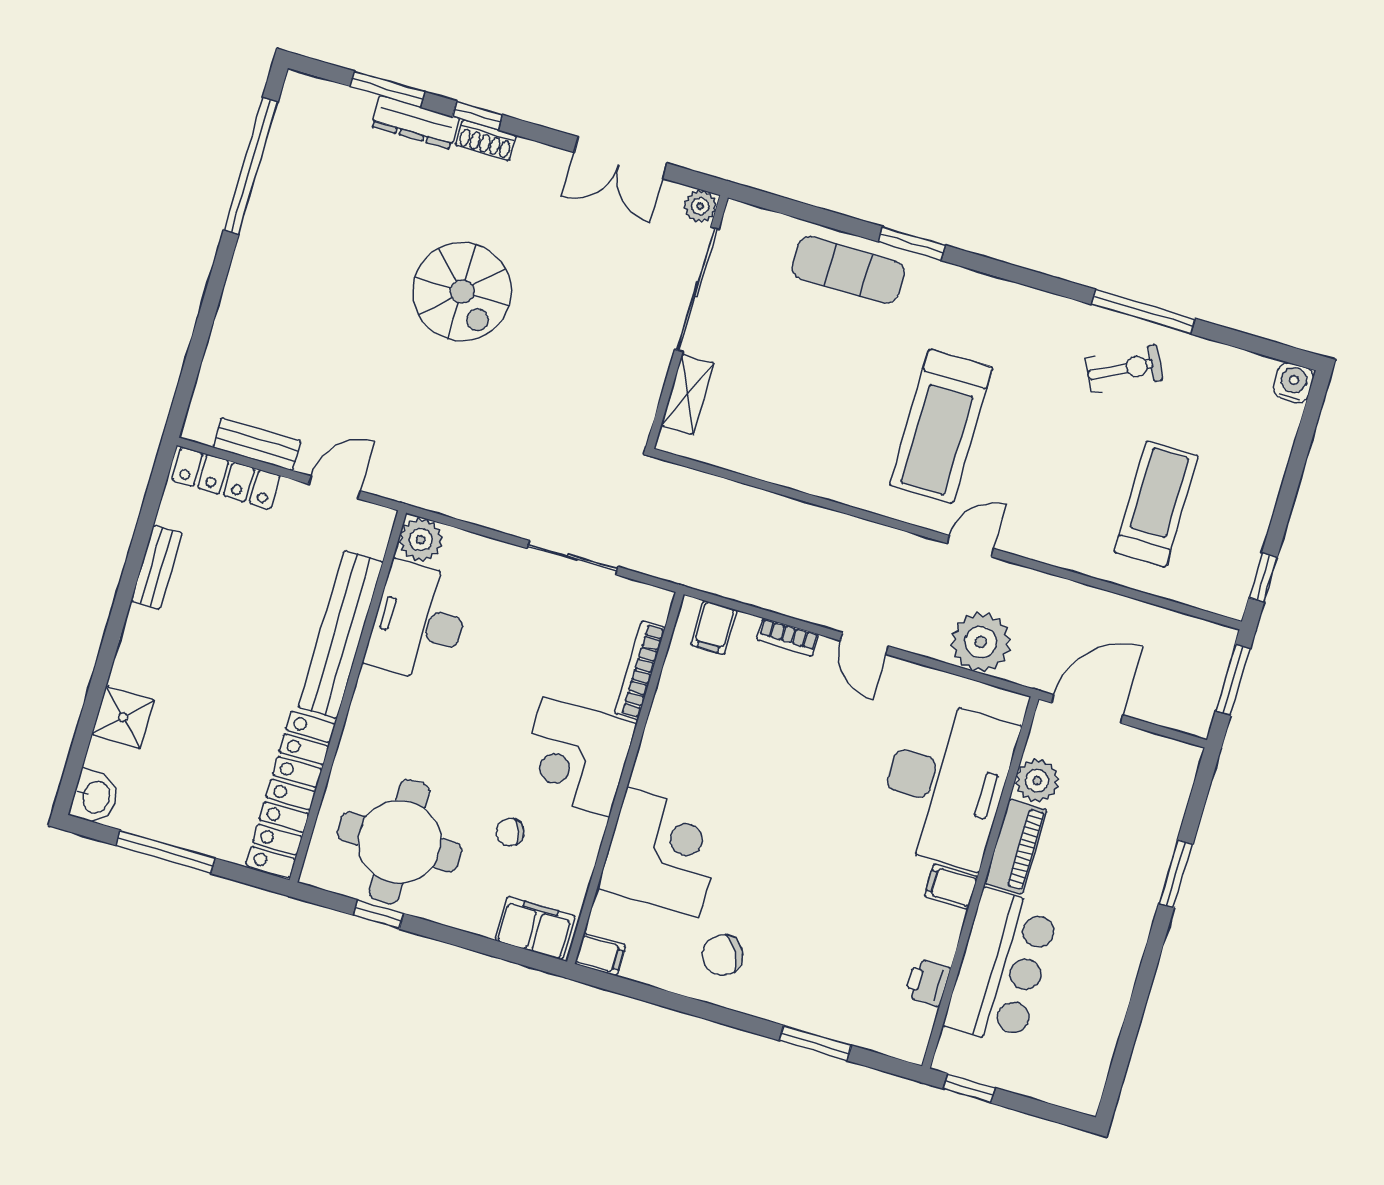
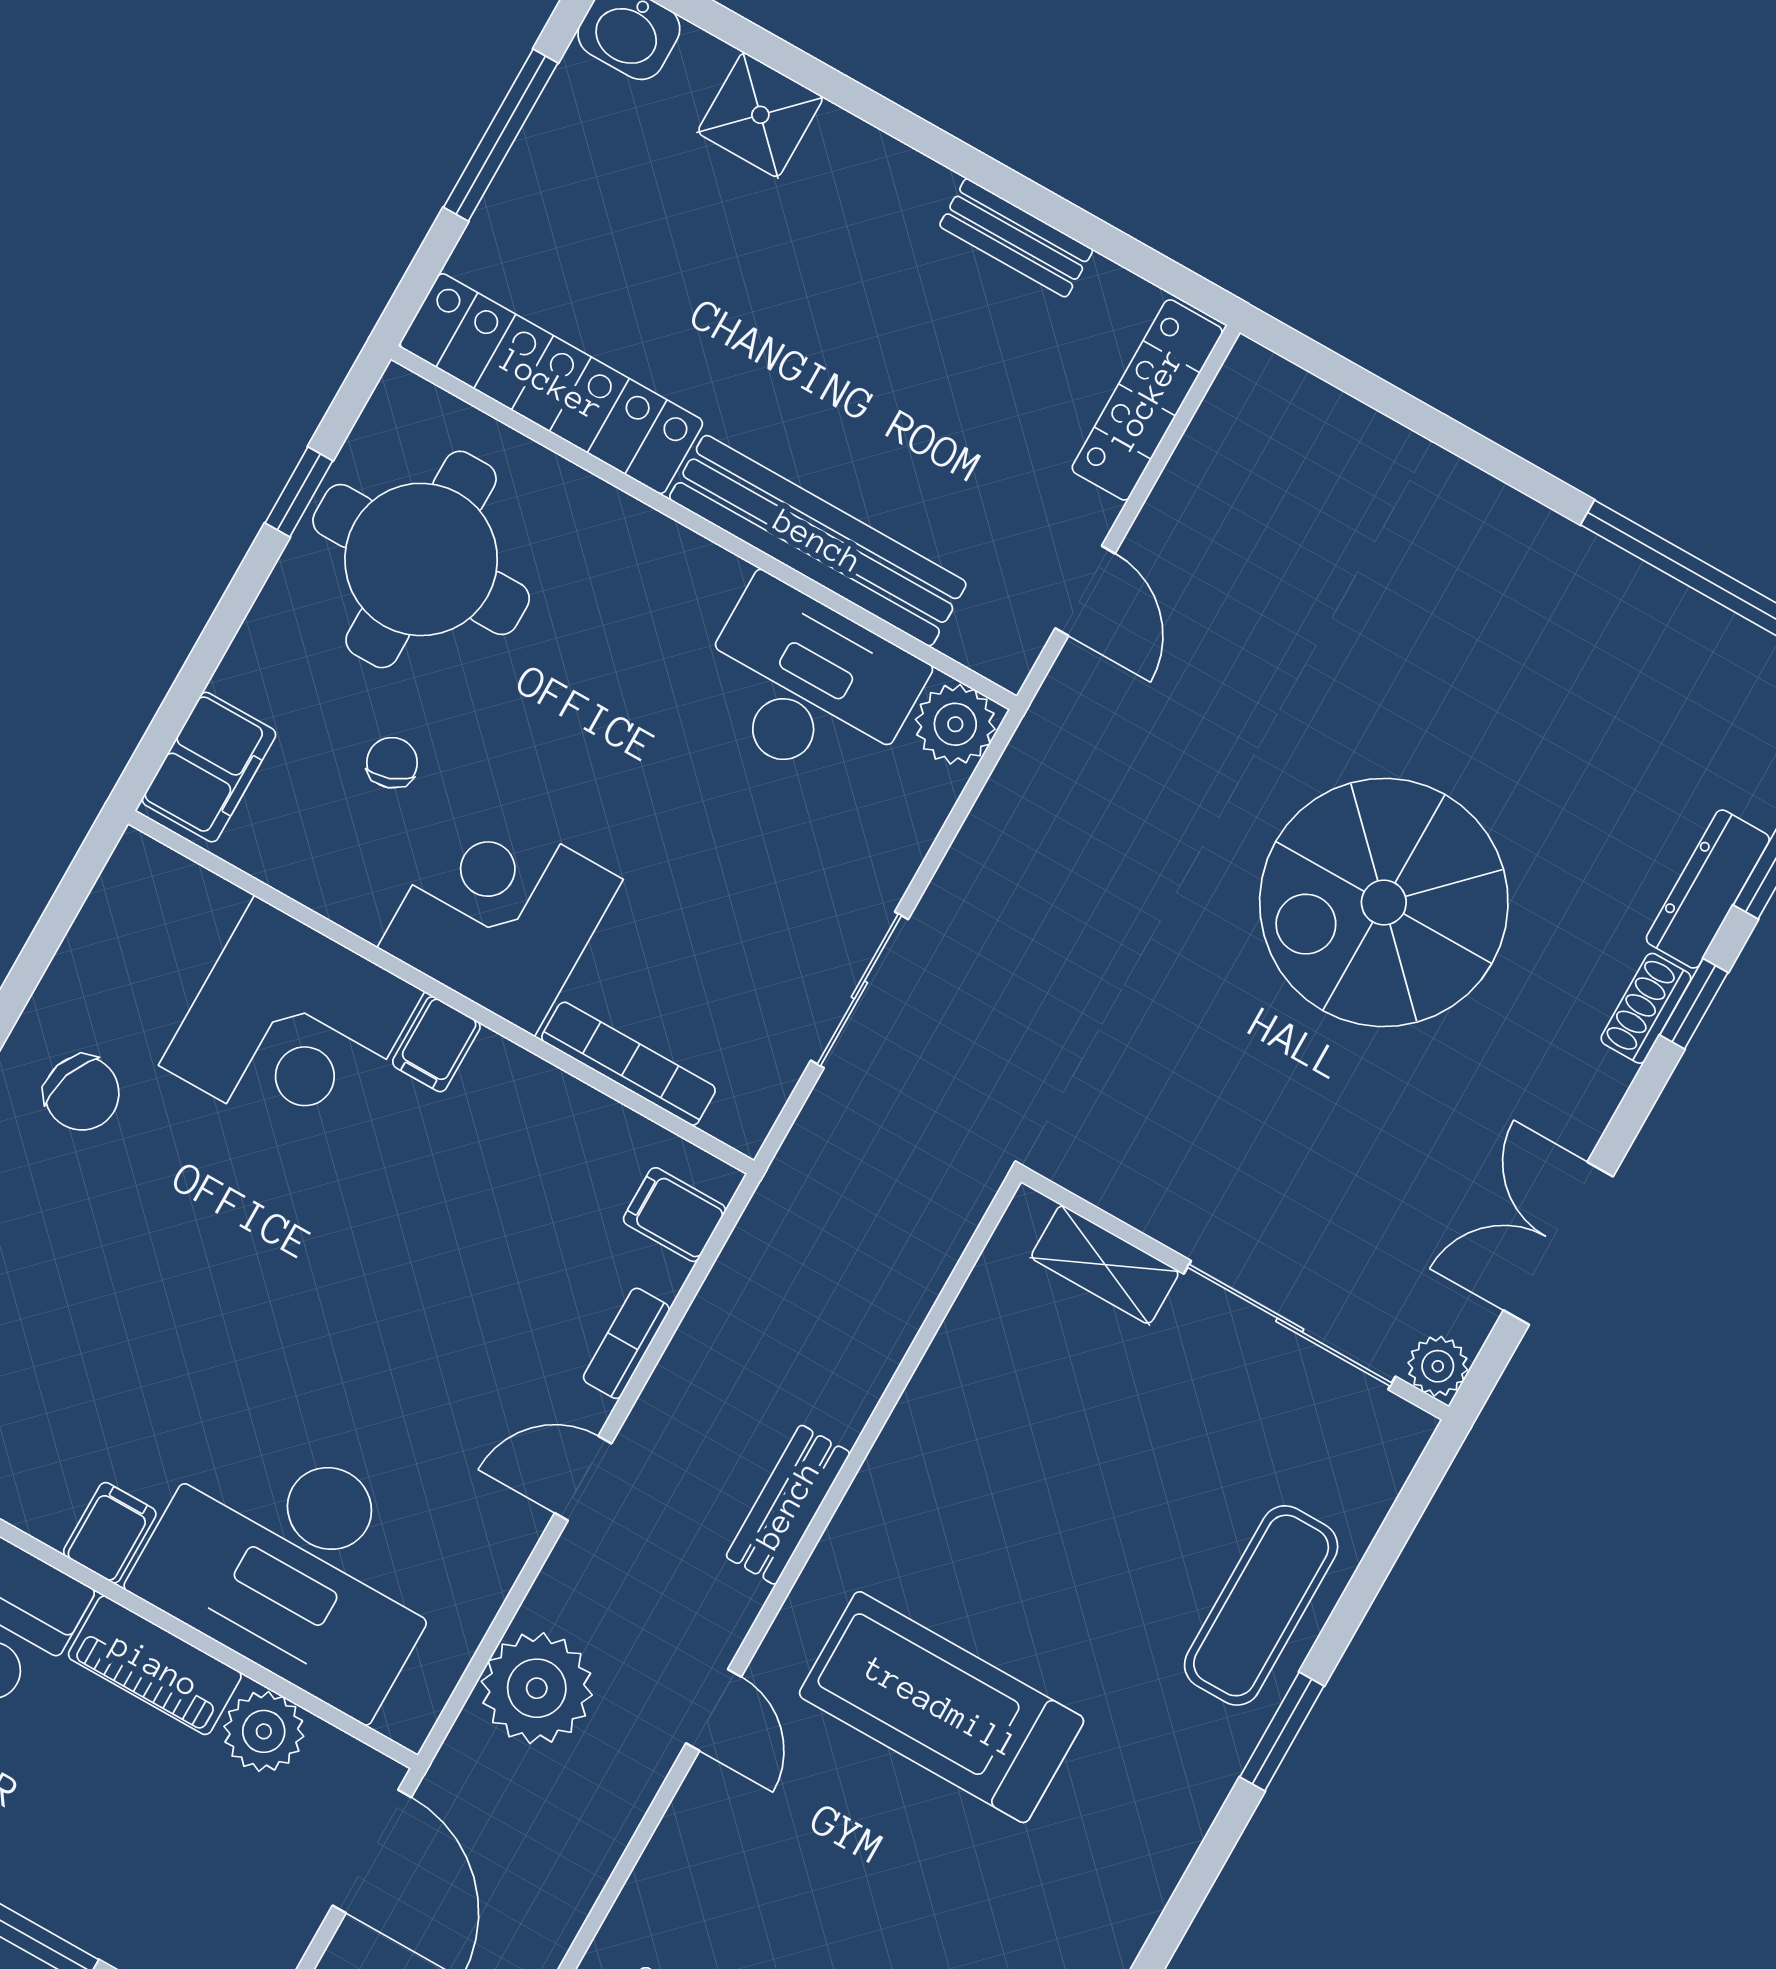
spiral stairs: (462, 292) -> (1384, 902), width x1.37, depth x1.37
bench: (257, 444) -> (788, 1505), moved
filing cabinet: (600, 954) -> (436, 1044), moved
chair: (723, 955) -> (82, 1093), turned 138

